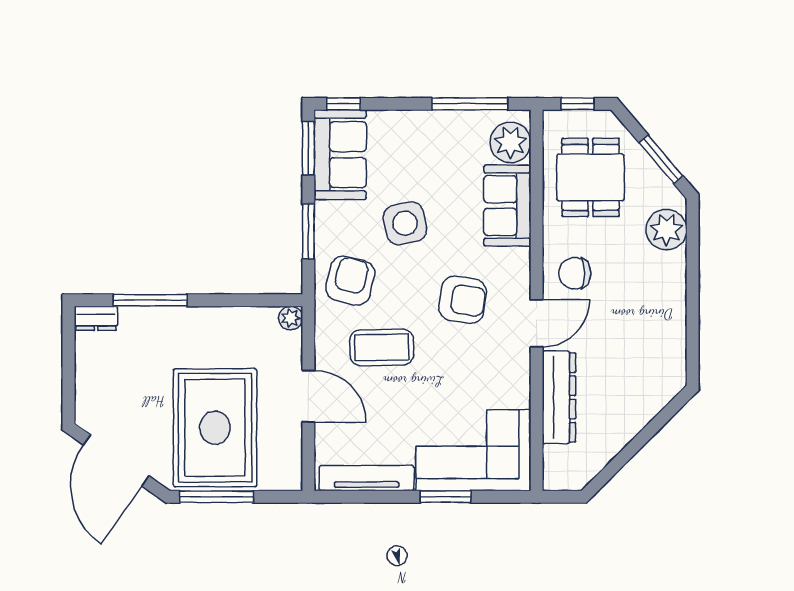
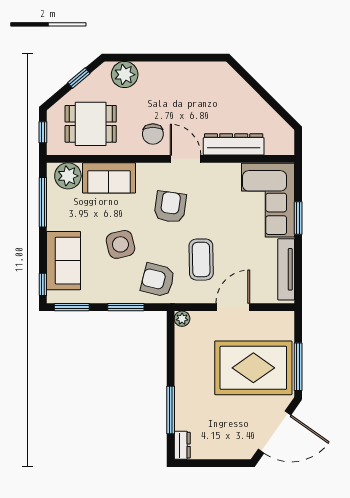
sofa: (340, 155) -> (64, 261), moved, turned 90
window: (661, 159) -> (79, 78), width x0.67

